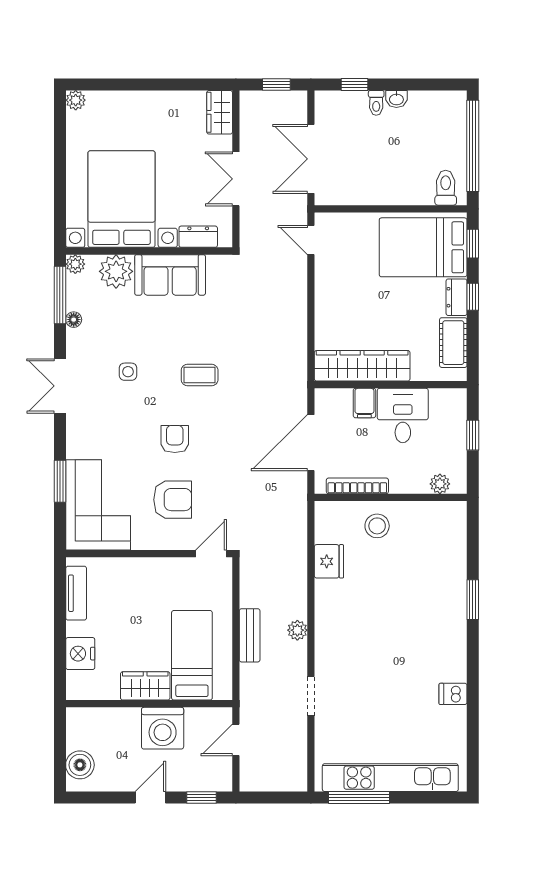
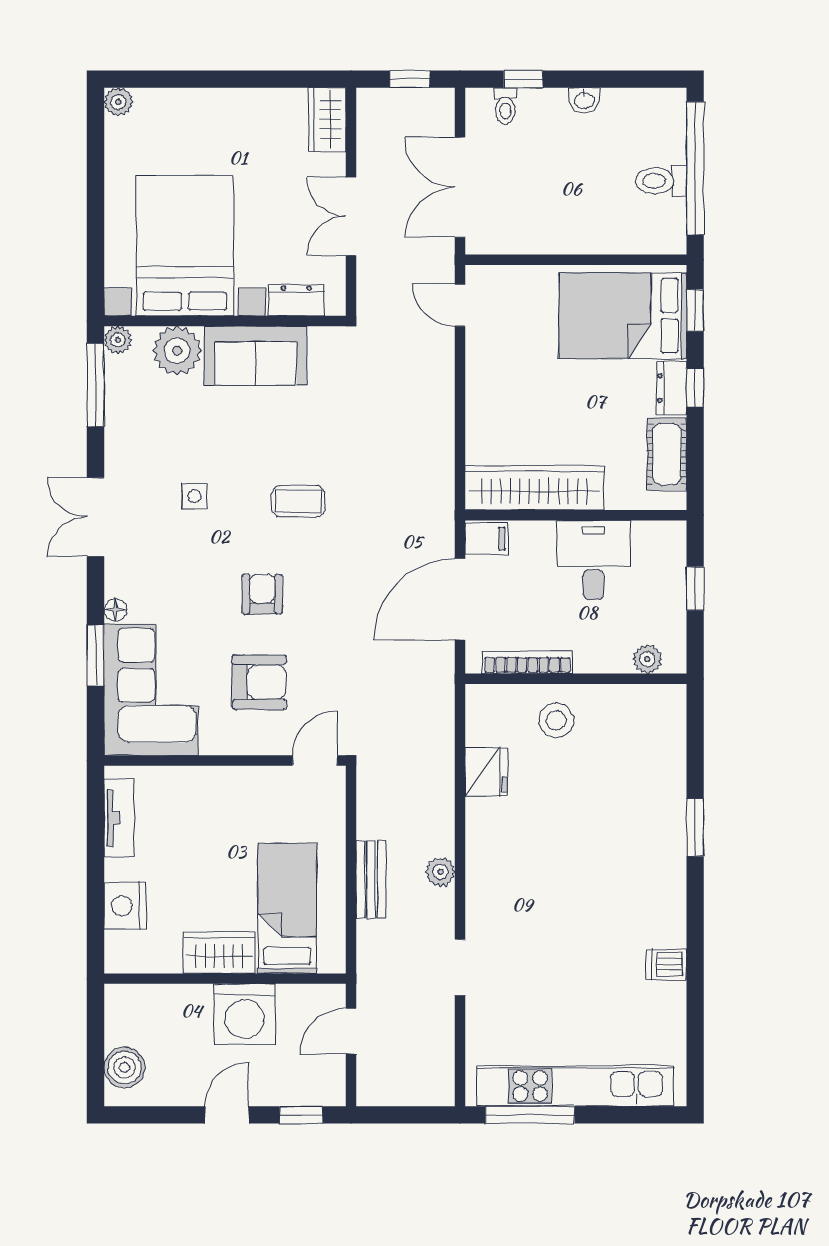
toilet: (376, 103) -> (505, 106), moved
toilet: (446, 188) -> (661, 181), moved, turned -90
floor lamp: (74, 320) -> (115, 610), moved
filing cabinet: (364, 403) -> (487, 539), moved, turned -90

